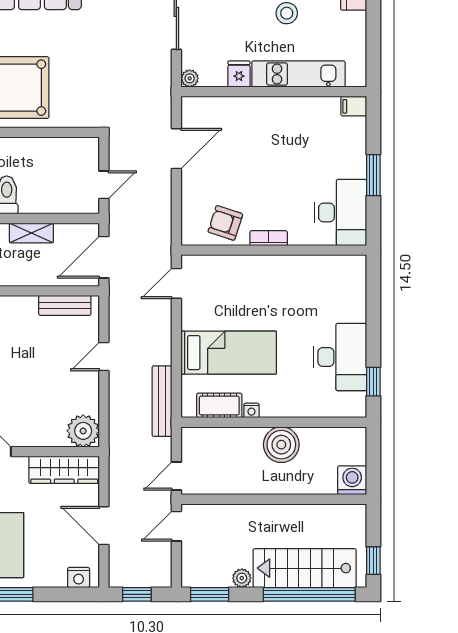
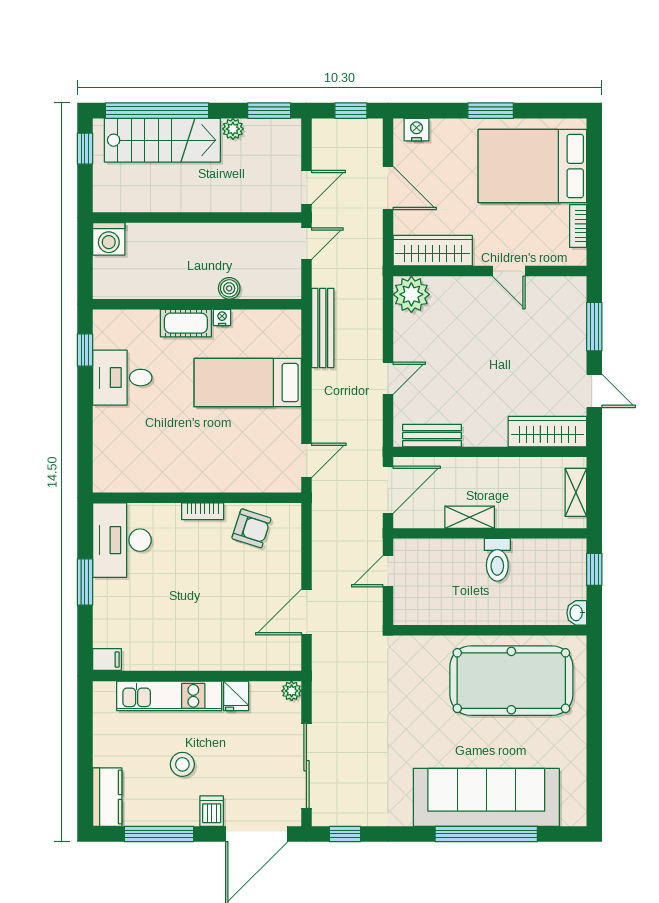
desk: (340, 357) -> (122, 378), width x0.73
cot: (219, 405) -> (186, 323), moved
boiler: (281, 445) -> (229, 288), moved, width x0.54, depth x0.54

